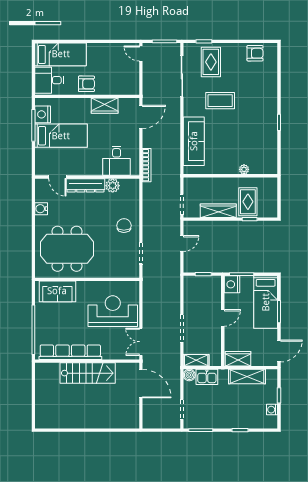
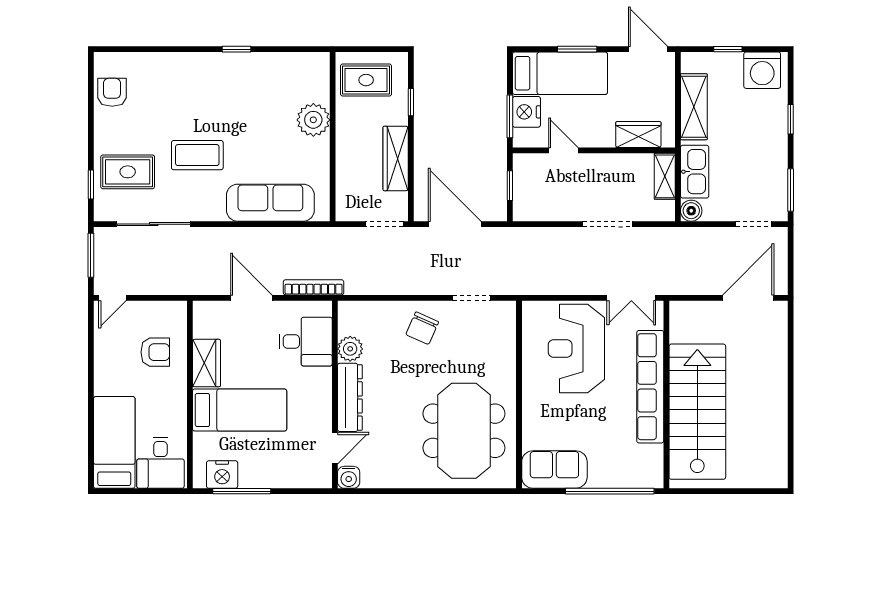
armchair: (86, 84) -> (155, 352), moved, turned 90
coffee table: (220, 101) -> (197, 155), turned 90
door: (141, 117) -> (251, 298), moved
bed: (61, 136) -> (240, 410), moved, turned 90
plant: (244, 169) -> (313, 120), width x1.88, depth x1.88
rug: (248, 202) -> (366, 80), moved
water cooler: (41, 209) -> (349, 477), moved
chair: (124, 226) -> (422, 328), turned -66
door: (182, 244) -> (455, 224), width x1.88
nightstand: (232, 284) -> (526, 112), moved, turned 90
sofa: (57, 291) -> (554, 470), moved, turned -90
door: (223, 318) -> (563, 150), moved
row of seats: (70, 352) -> (650, 387), moved
wardrobe: (238, 359) -> (638, 135), moved, turned 90
shelving: (196, 360) -> (665, 176), moved
stairs: (88, 373) -> (697, 412), width x1.36, depth x1.51
kitchen sink: (207, 377) -> (695, 172), width x1.38
door: (141, 384) -> (748, 298), moved
washing machine: (272, 410) -> (762, 70), width x1.89, depth x1.89

